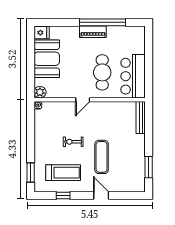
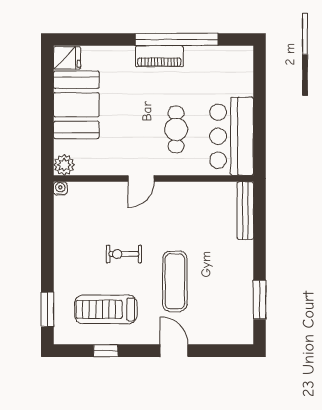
cafe table: (102, 72) -> (176, 129), width x0.73, depth x0.74
treadmill: (63, 173) -> (106, 309), turned 180

